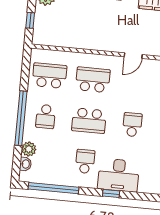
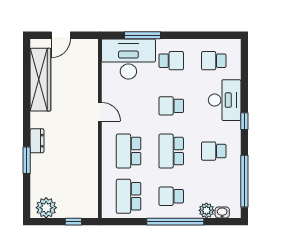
school desk: (46, 116) -> (171, 196), turned 180
school desk: (89, 121) -> (171, 151), turned 180
desk: (118, 175) -> (225, 100), moved

